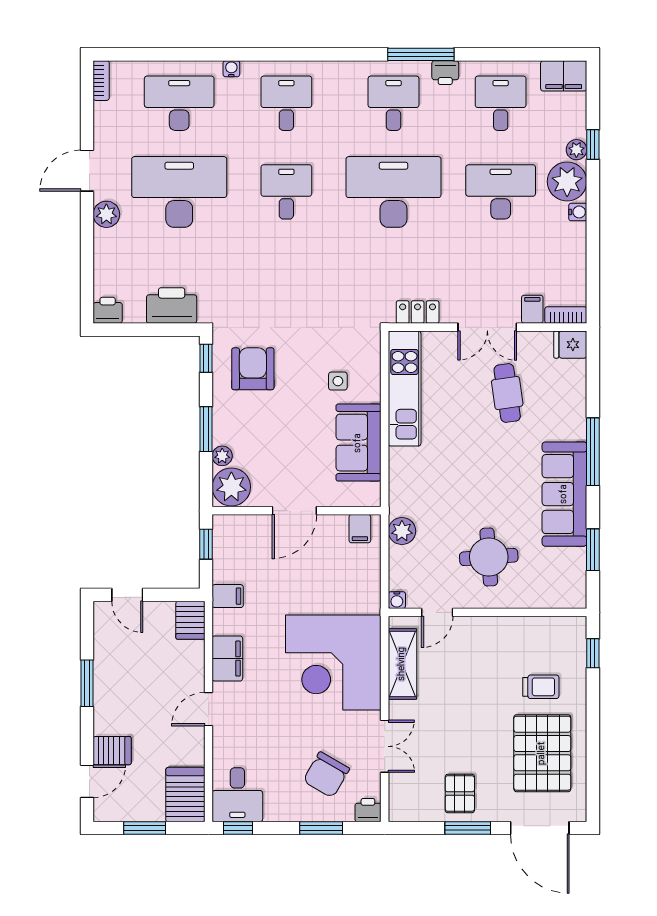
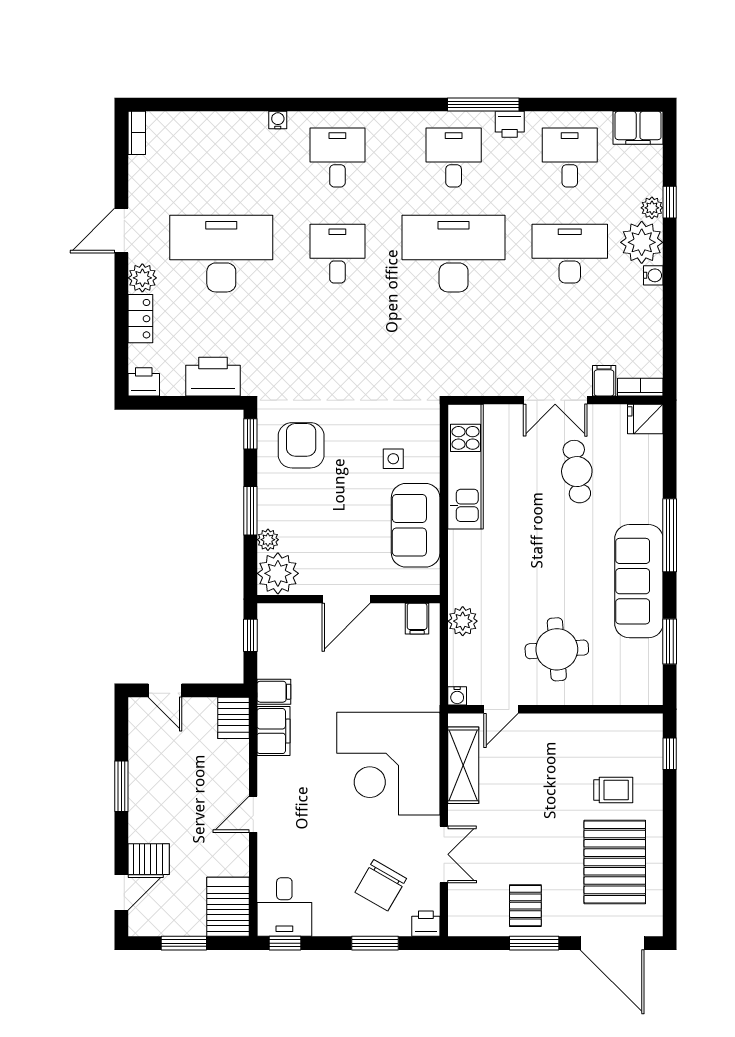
desk: (179, 103) -> (221, 157), removed
locker: (418, 312) -> (140, 319), moved, turned 90
filing cabinet: (227, 659) -> (273, 731), moved

